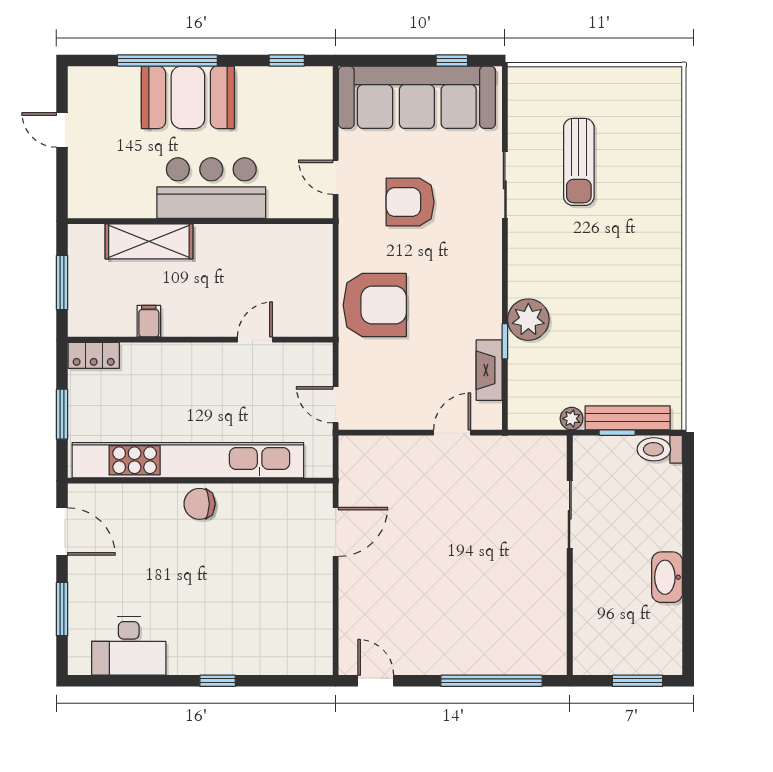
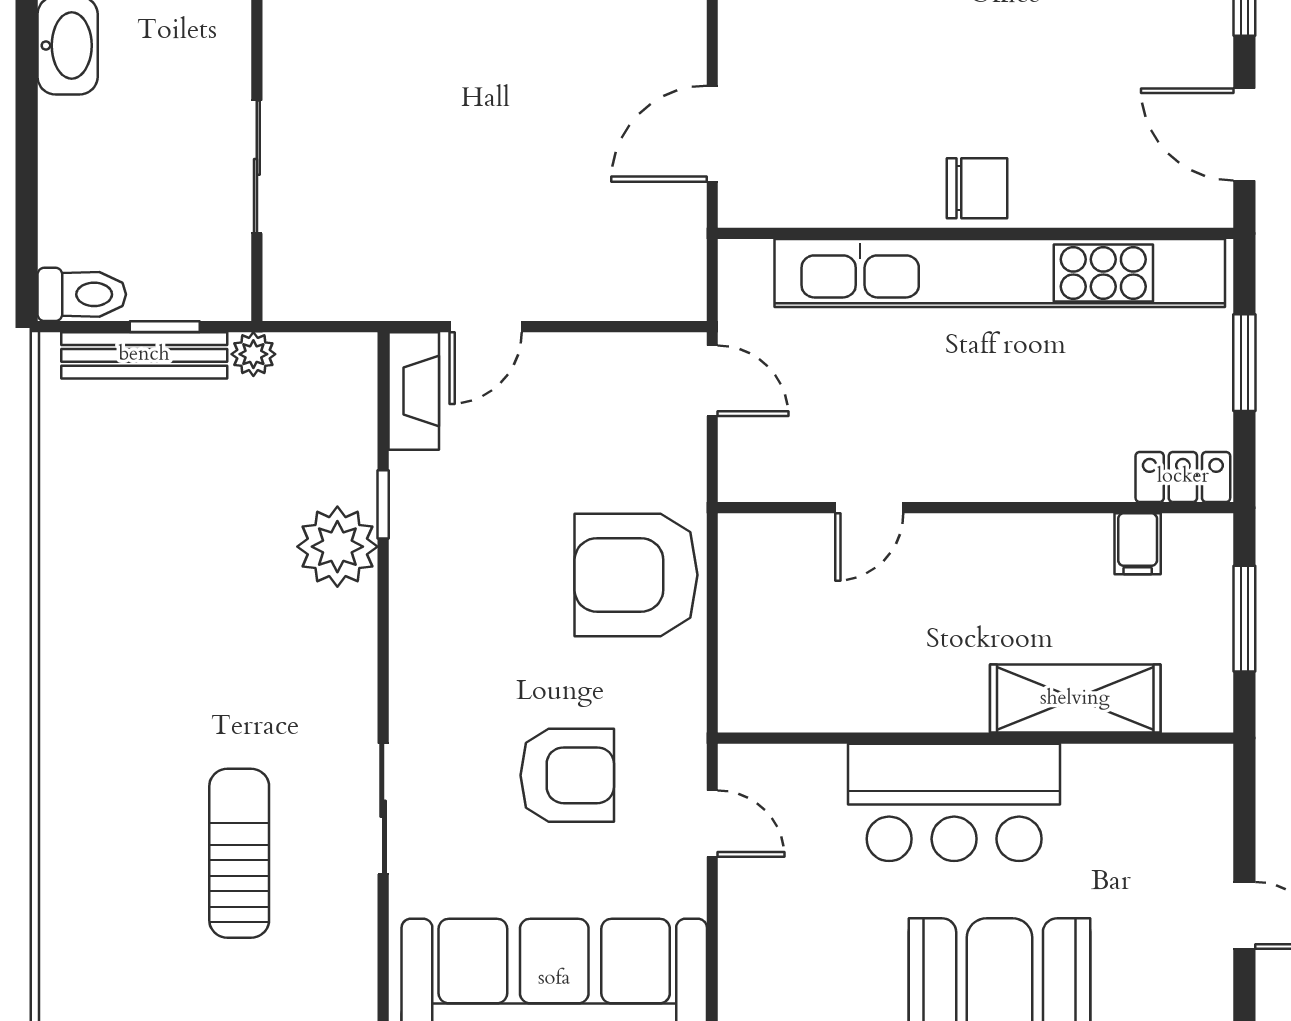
filing cabinet: (149, 321) -> (1138, 544), moved
fireplace: (489, 370) -> (414, 391), moved

